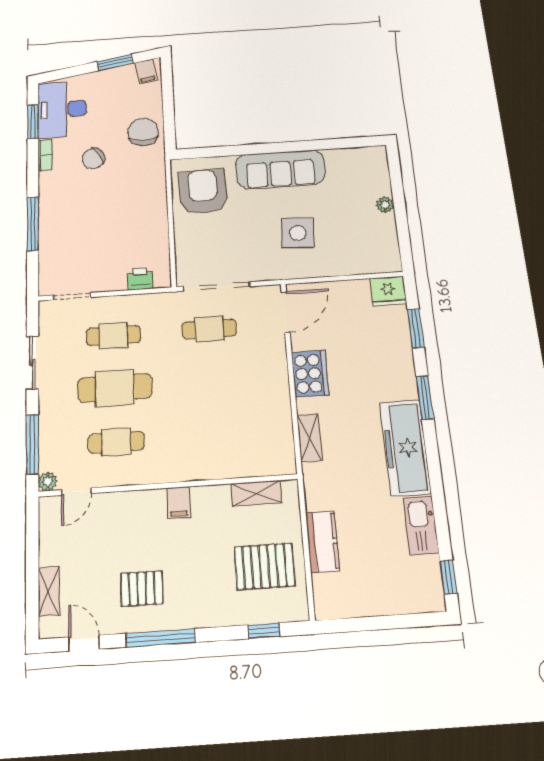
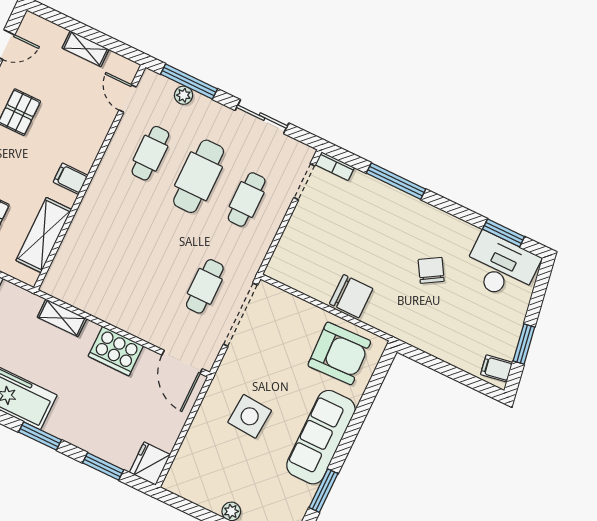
chair: (143, 132) -> (351, 296), moved
window: (322, 145) -> (323, 491), added
bookcase: (45, 155) -> (335, 166), moved
printer: (140, 279) -> (286, 251), removed
plant: (48, 481) -> (184, 95), moved
shelving: (256, 493) -> (44, 235), width x1.50, depth x1.33
shelving: (49, 591) -> (86, 49), moved

